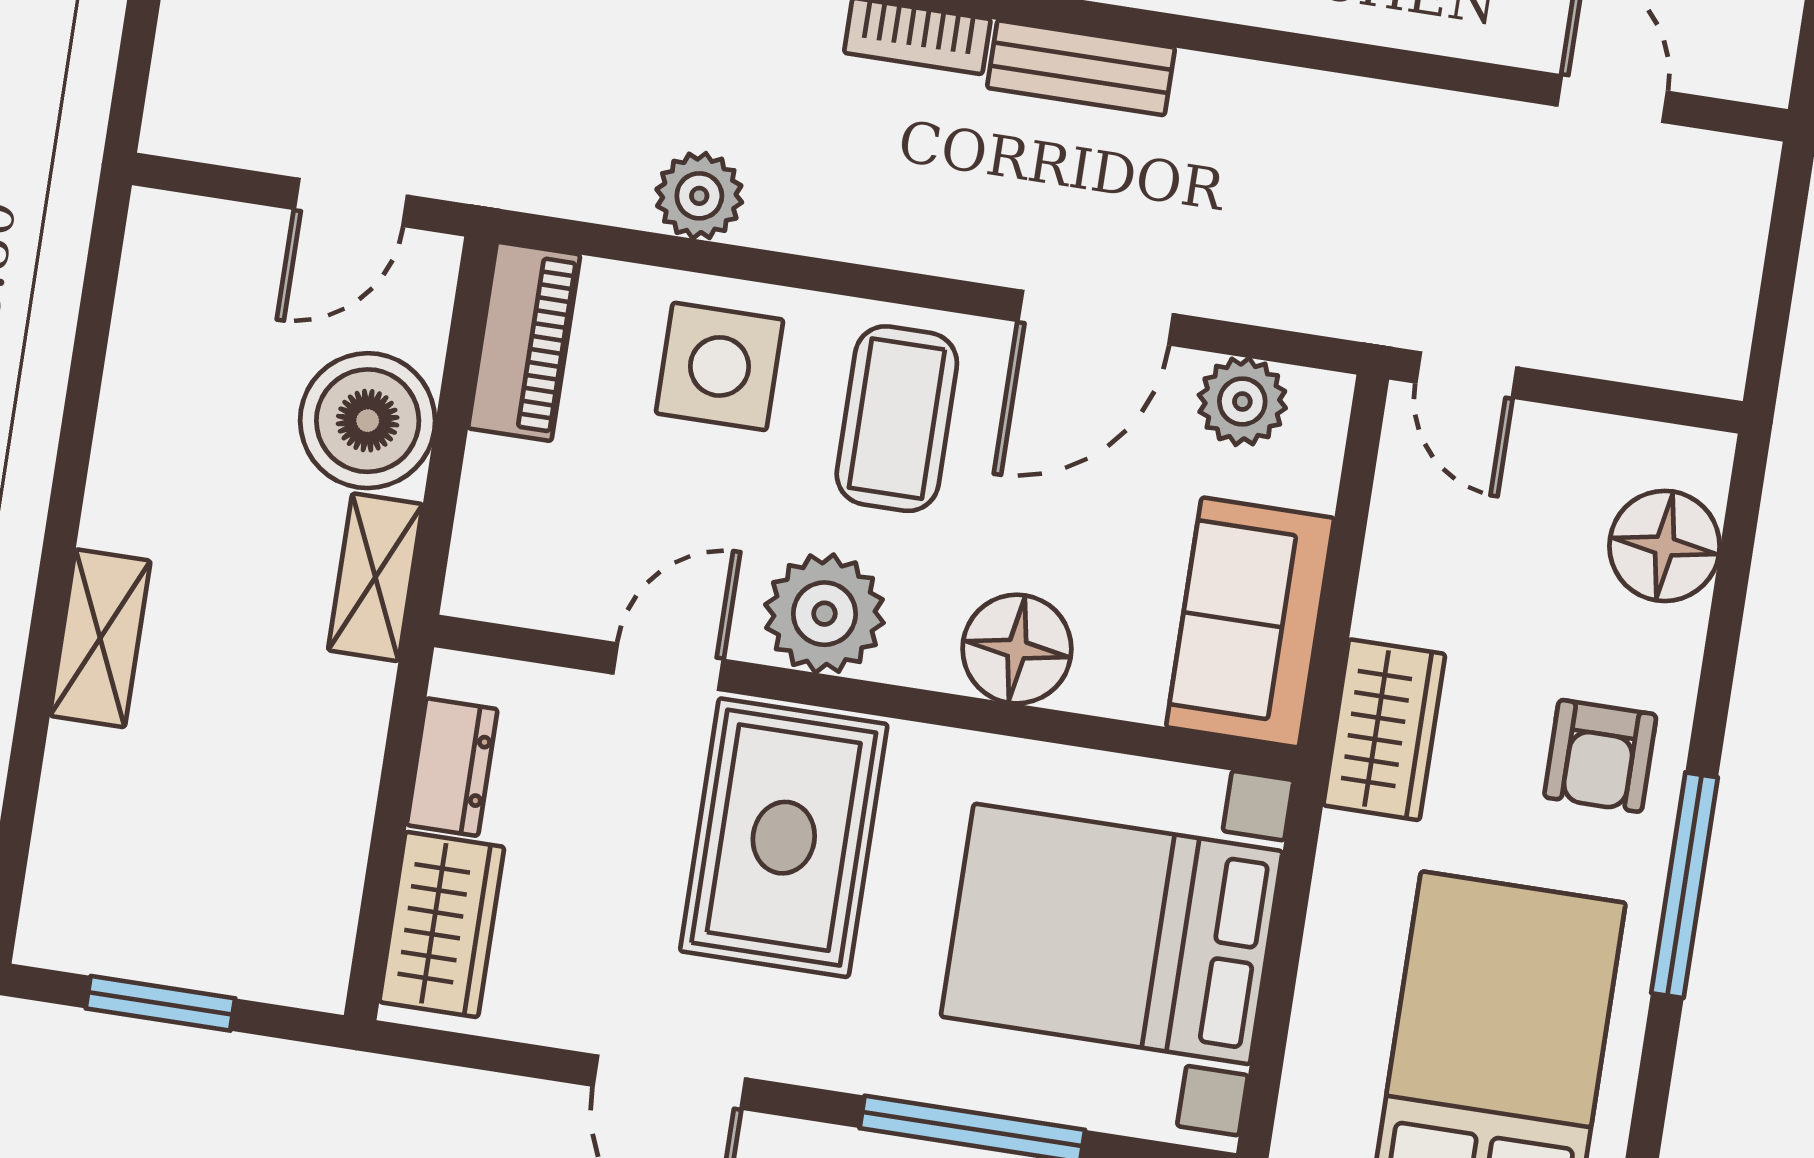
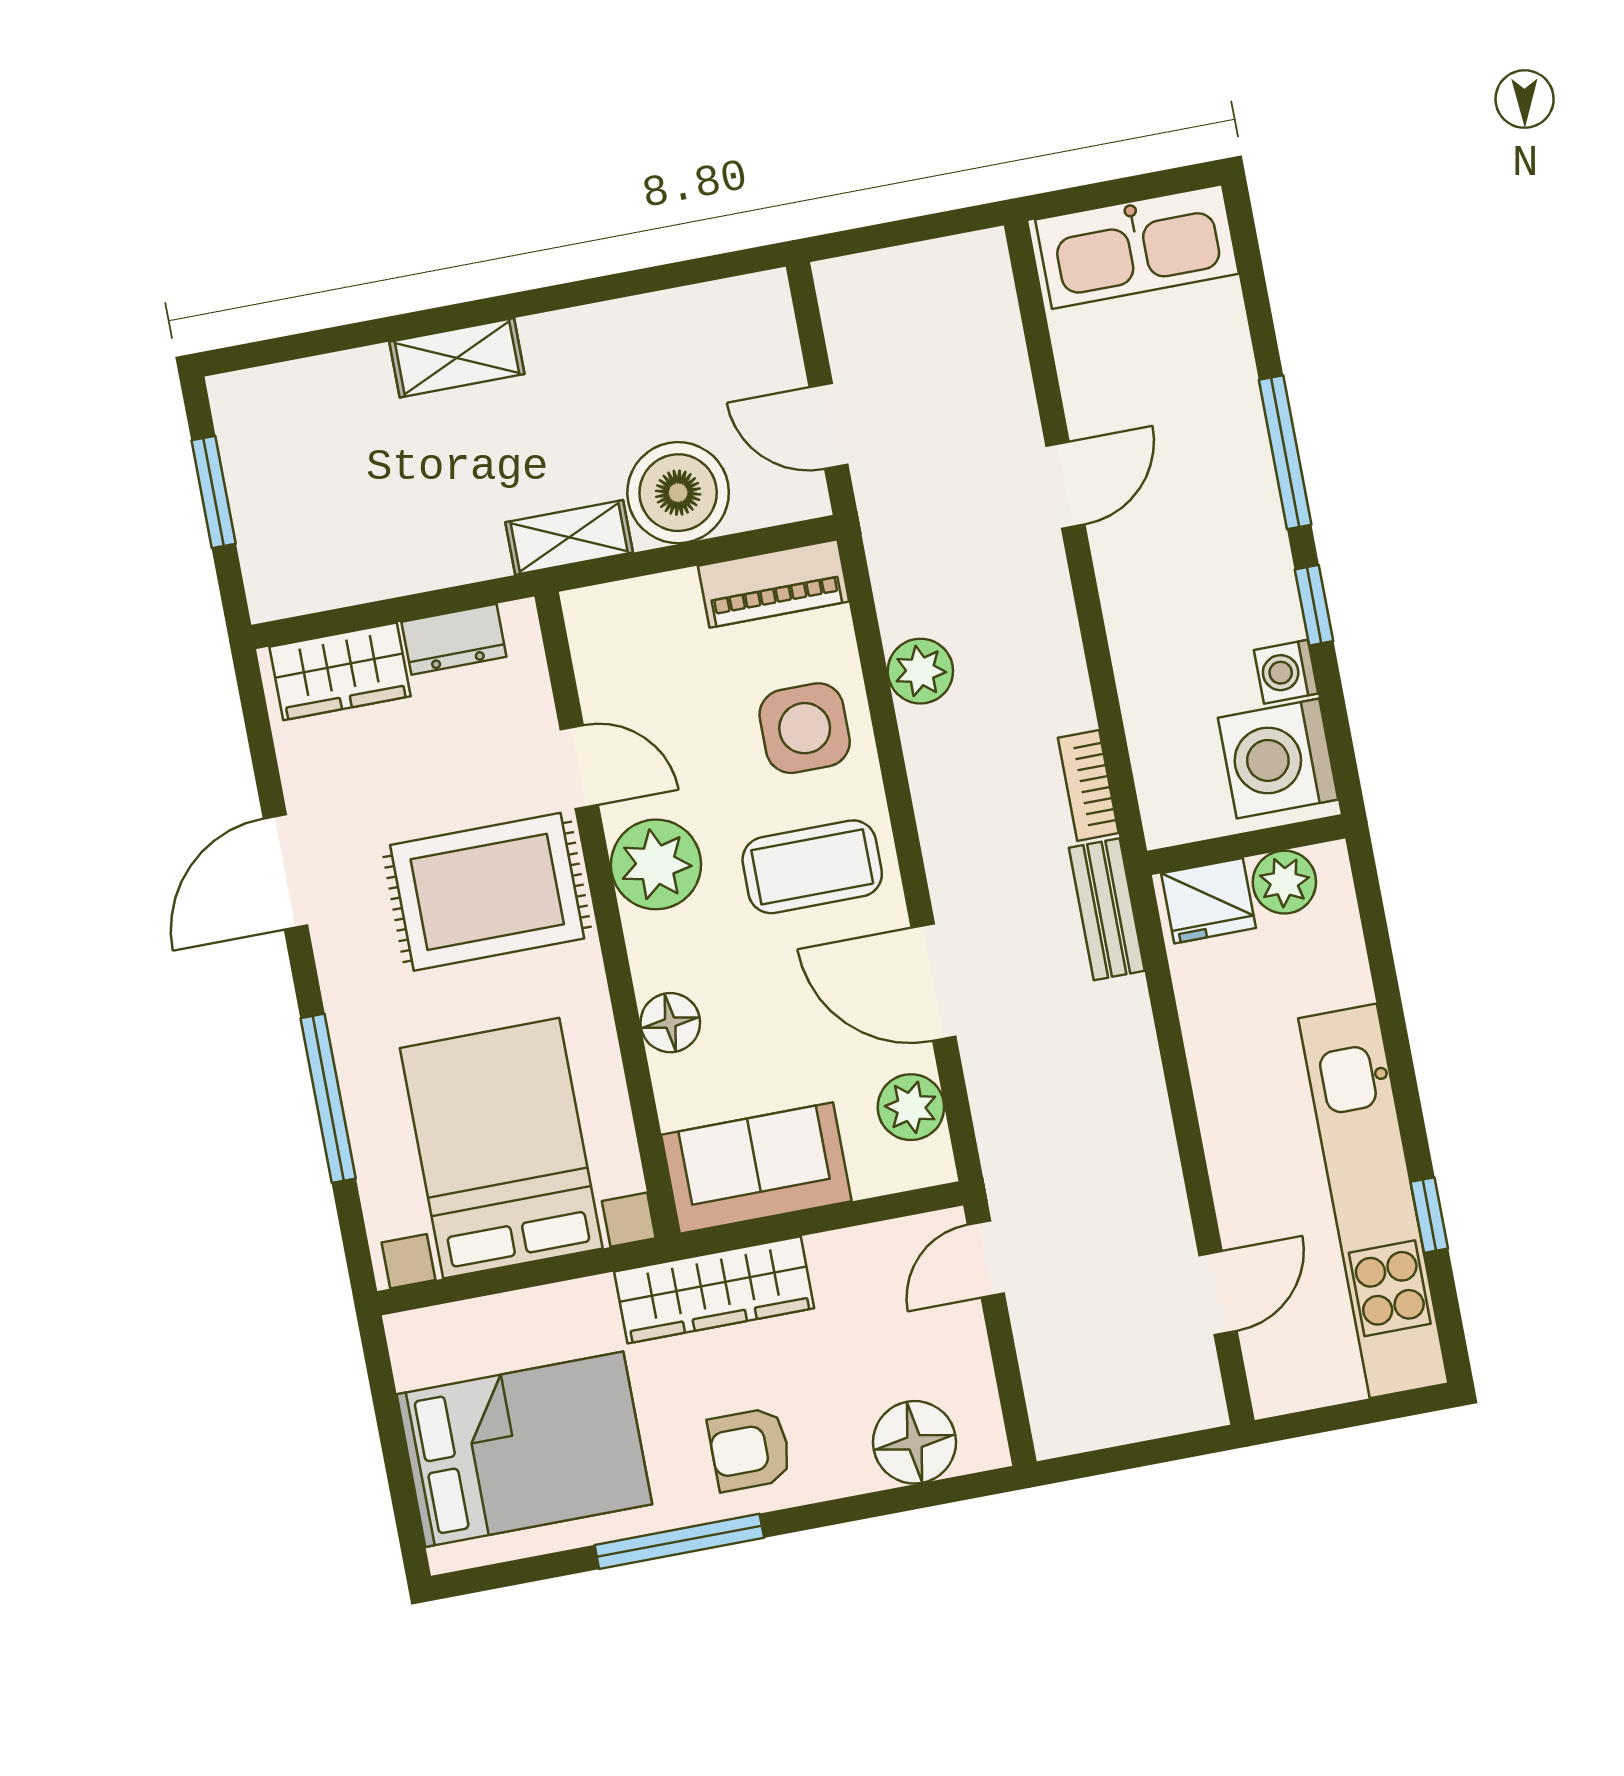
floor lamp: (1017, 649) -> (670, 1023), width x0.73, depth x0.73
wardrobe: (1384, 730) -> (714, 1290), width x1.50

